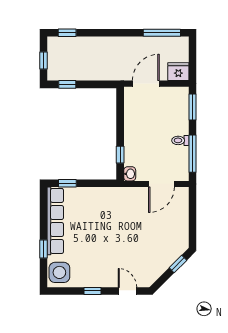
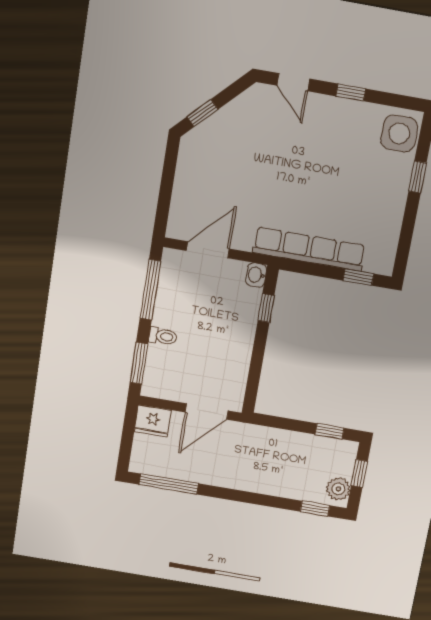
plant: (55, 48) -> (338, 489), added
toilet: (180, 140) -> (163, 336), moved
row of seats: (55, 221) -> (309, 249), moved, turned 90

